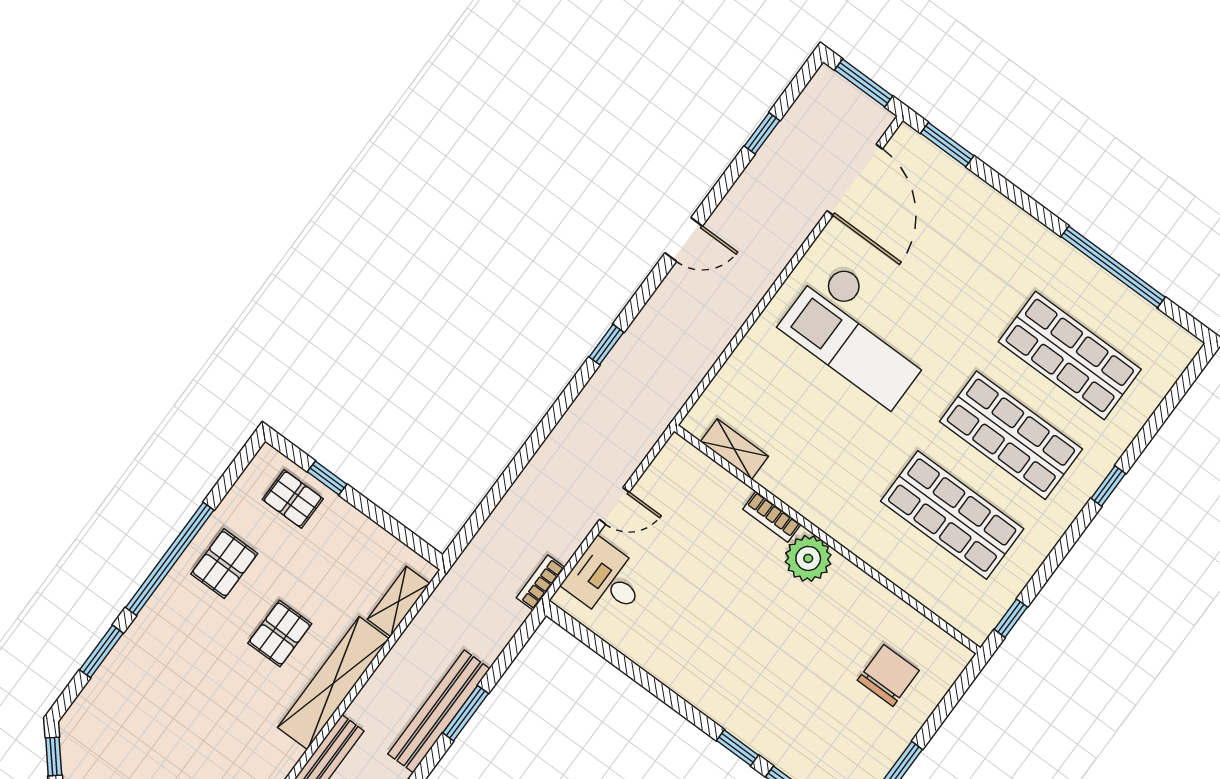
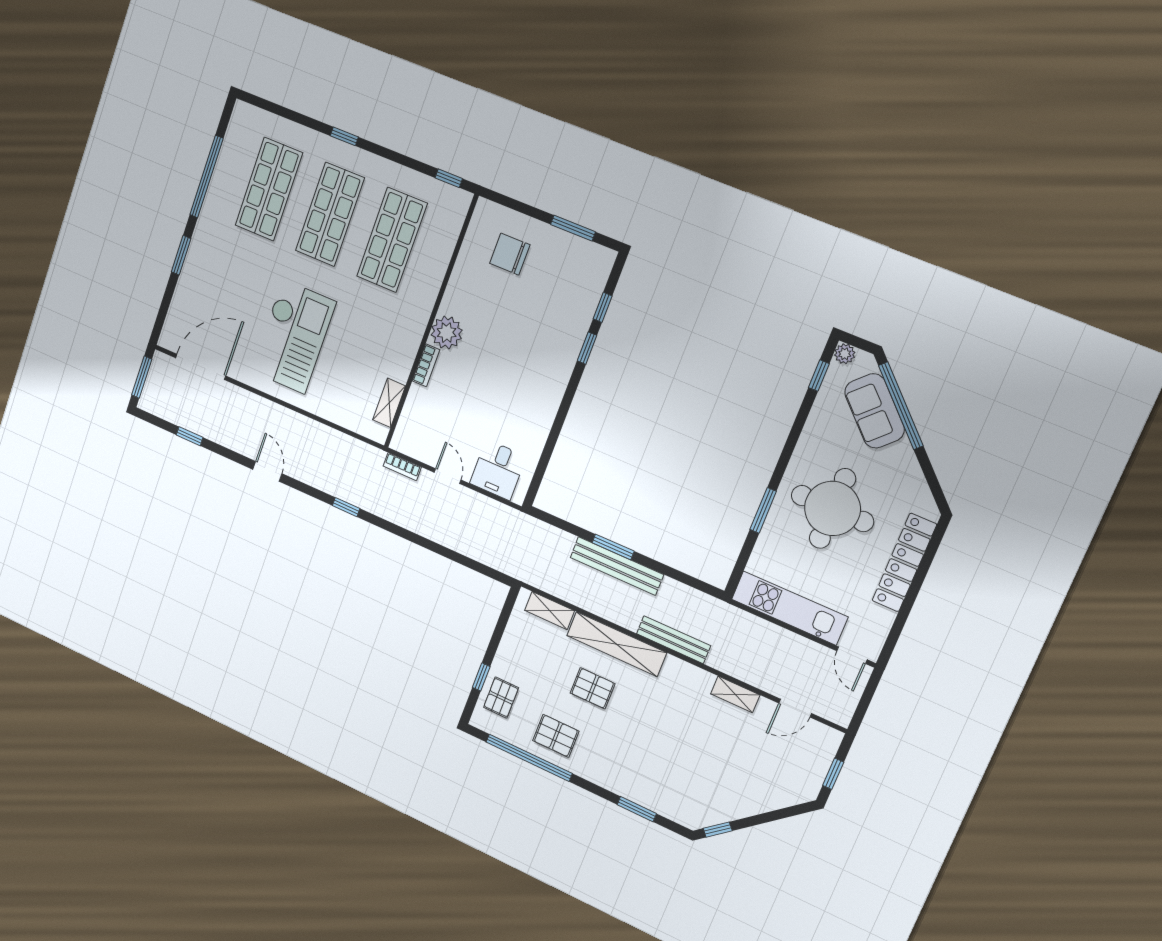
window: (947, 145) -> (181, 255), moved
window: (170, 559) -> (529, 758), moved
bookcase: (540, 583) -> (402, 467), moved

